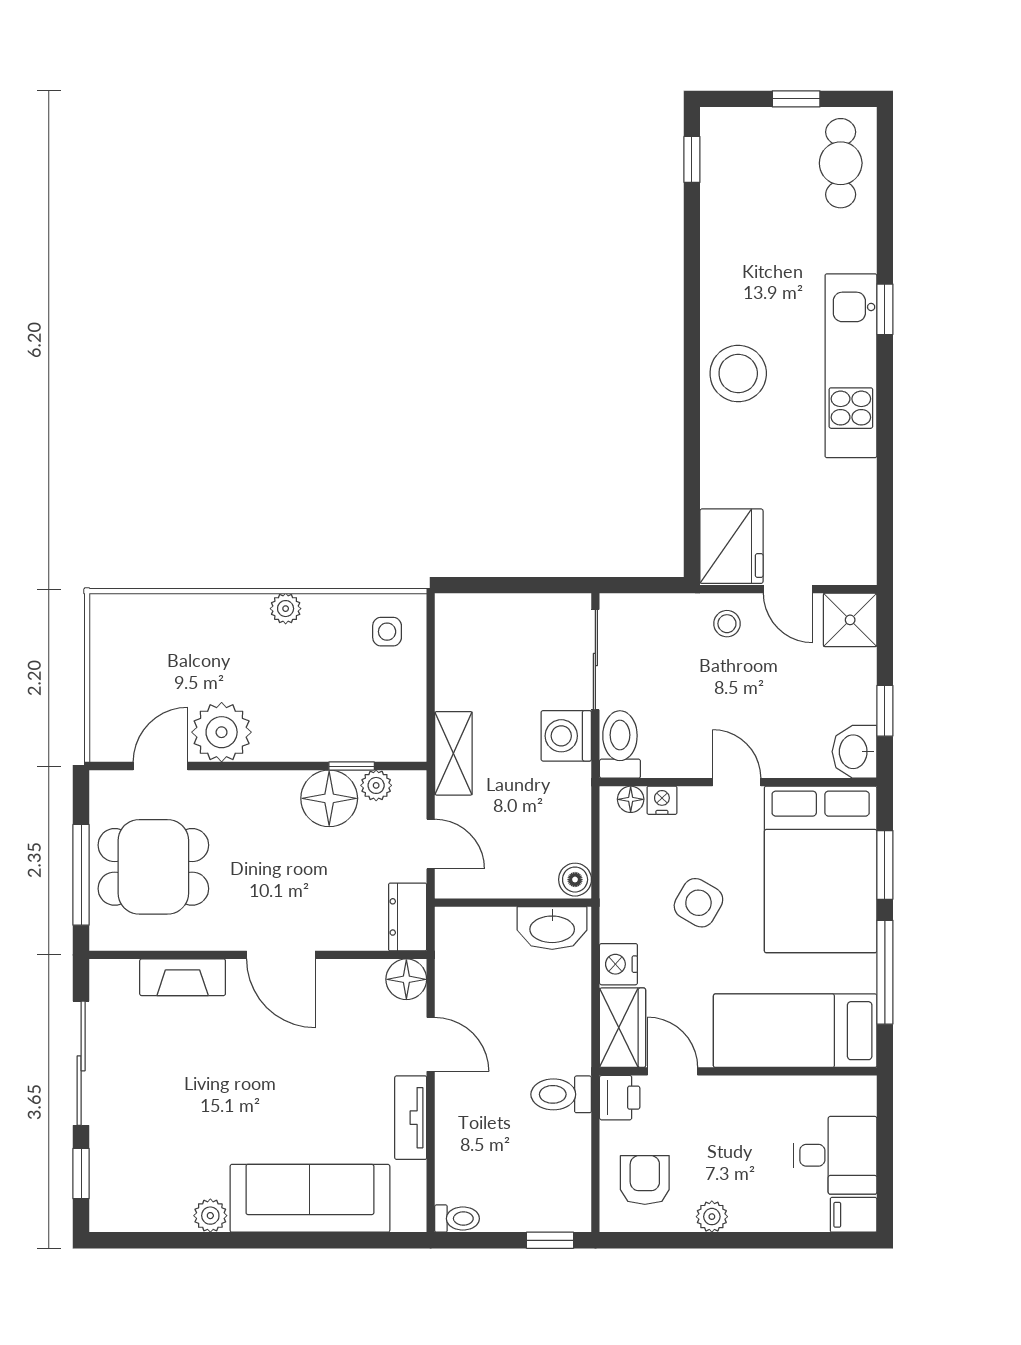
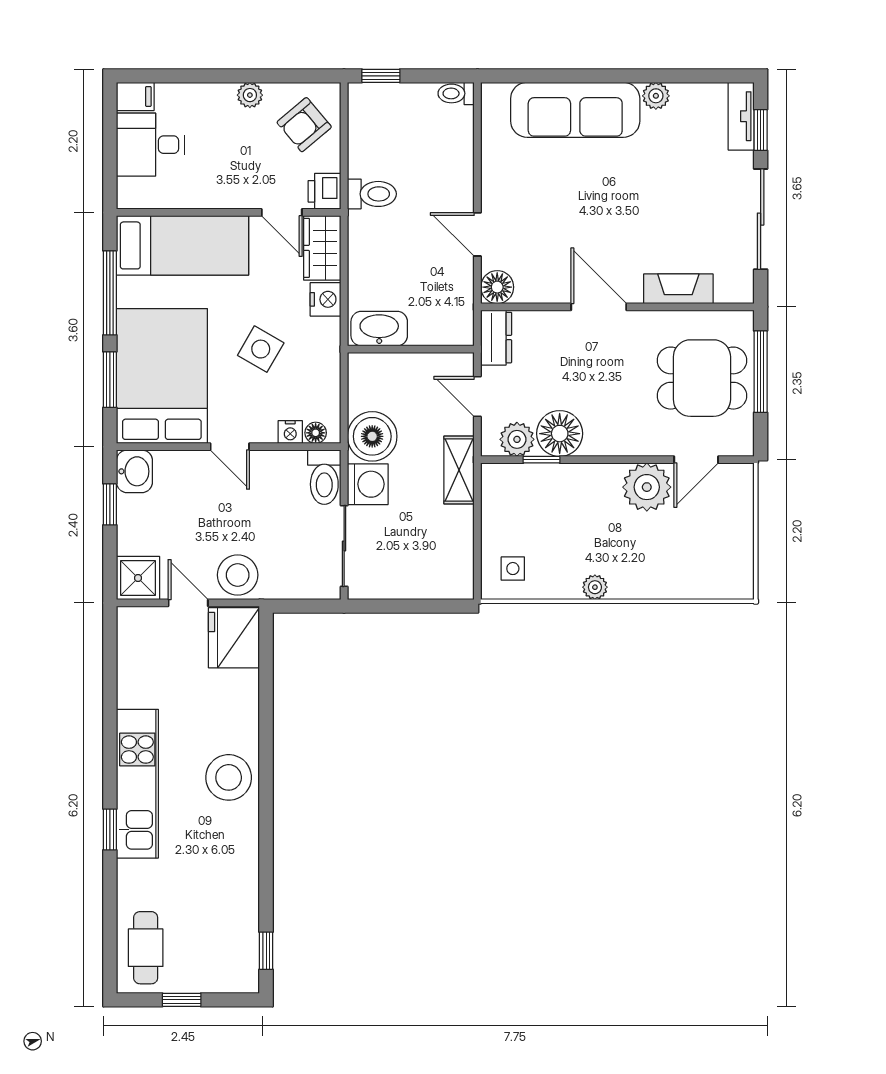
stool: (727, 624) -> (238, 575), width x1.89, depth x1.89
plant: (376, 785) -> (517, 439), width x1.38, depth x1.38
boiler: (575, 880) -> (372, 436), moved, width x1.86, depth x1.86
tv unit: (411, 1118) -> (741, 116), moved, turned 180
armchair: (645, 1180) -> (304, 125), turned 50

